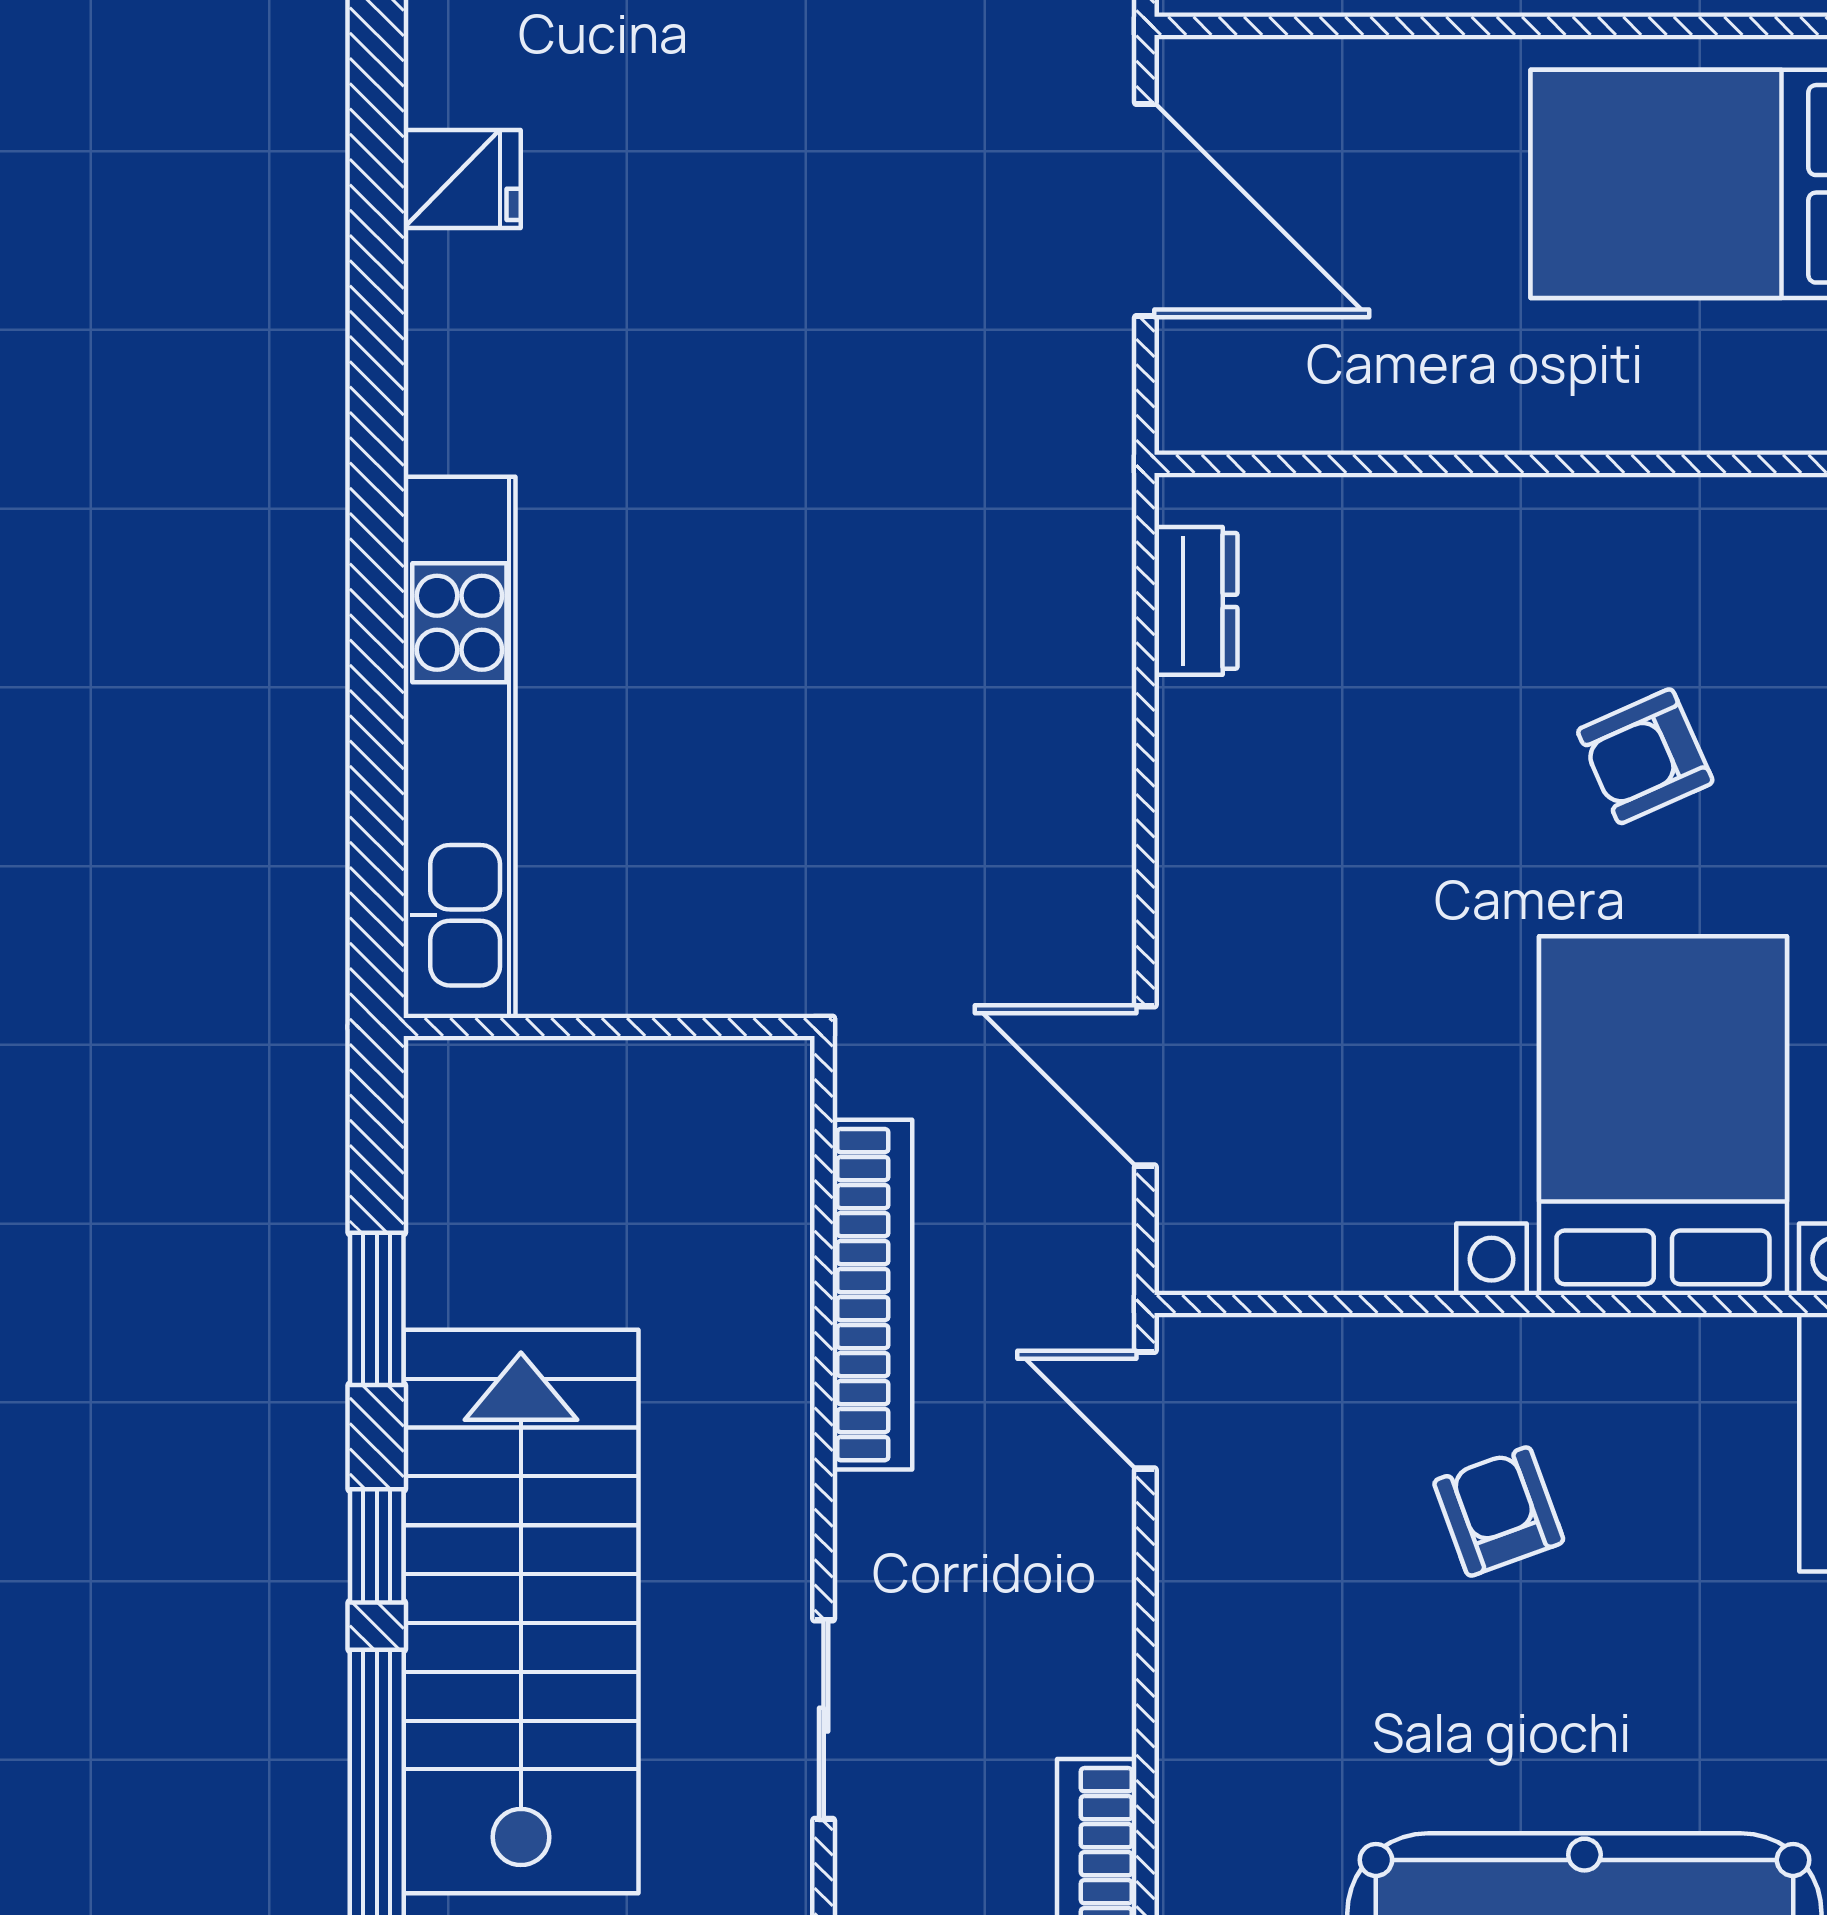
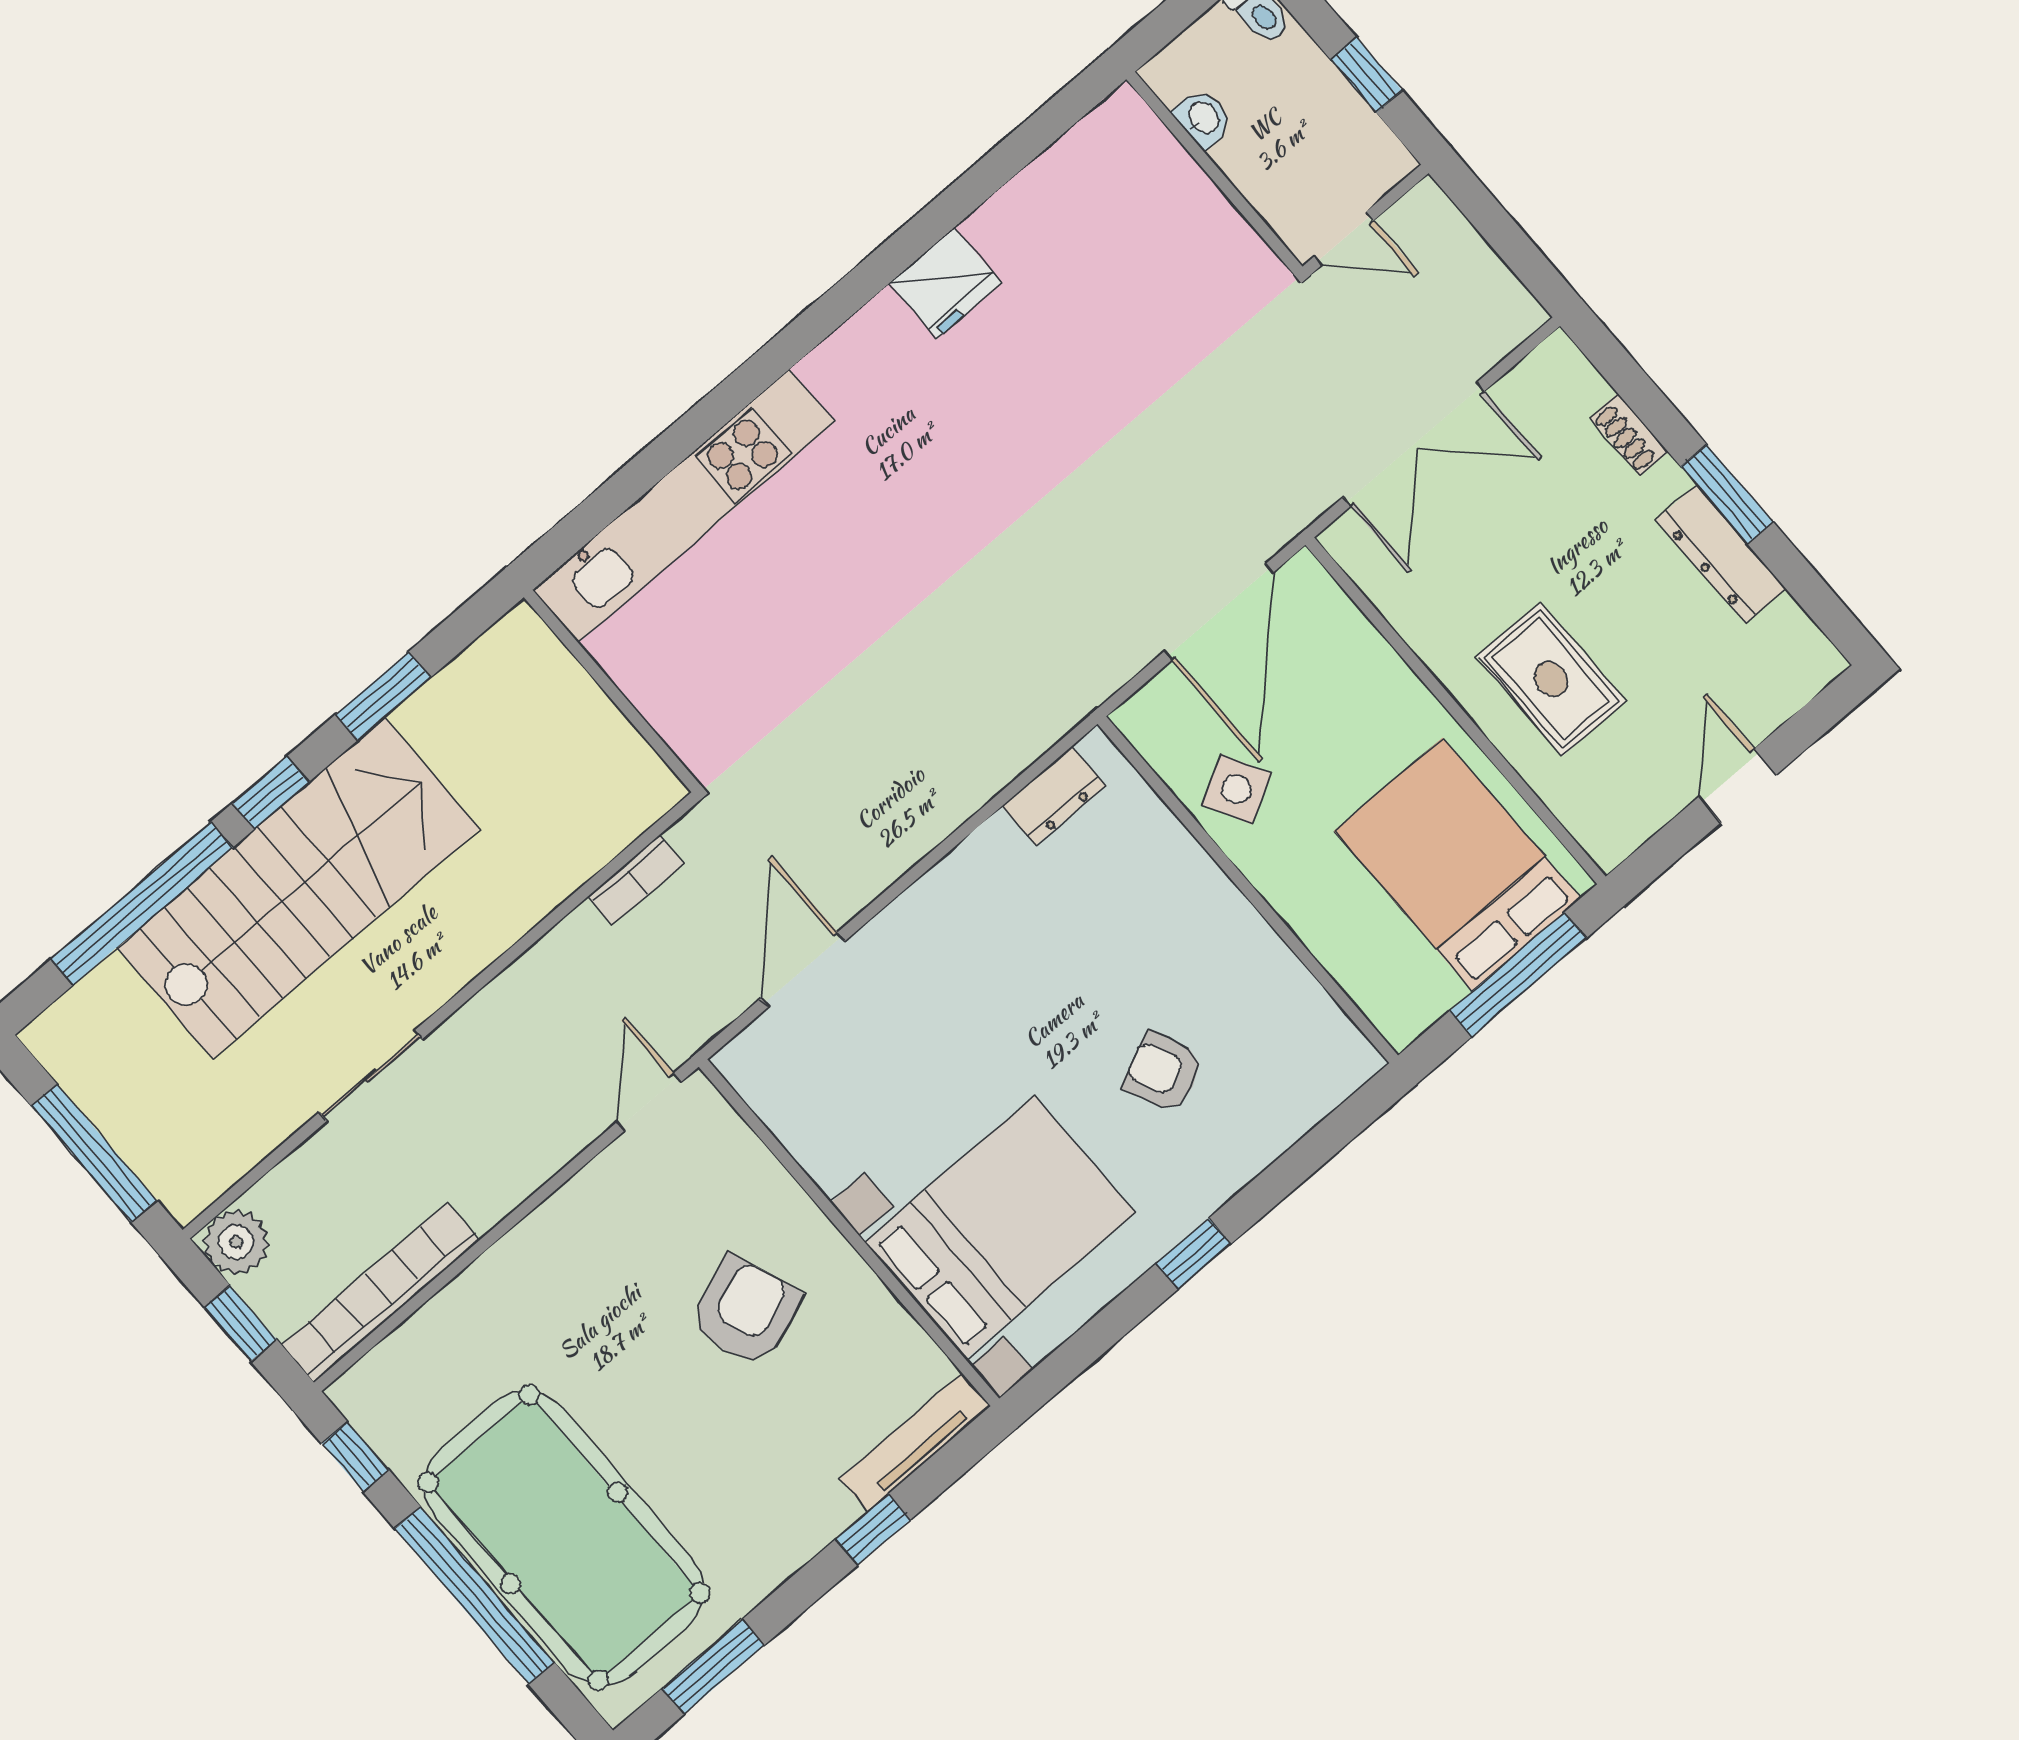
fridge: (462, 179) -> (945, 283), width x1.38
side table: (1378, 373) -> (1236, 789), added
bookcase: (872, 1295) -> (636, 880), width x0.43, depth x0.76
armchair: (1499, 1511) -> (745, 1311), width x1.38, depth x1.38

